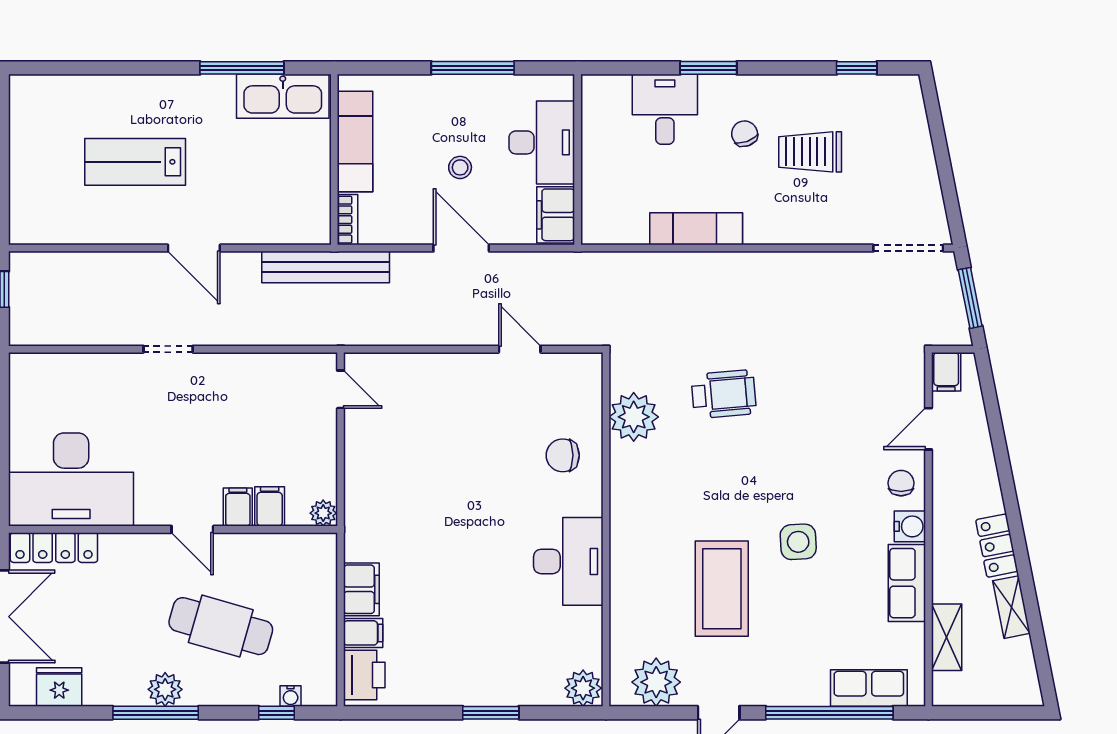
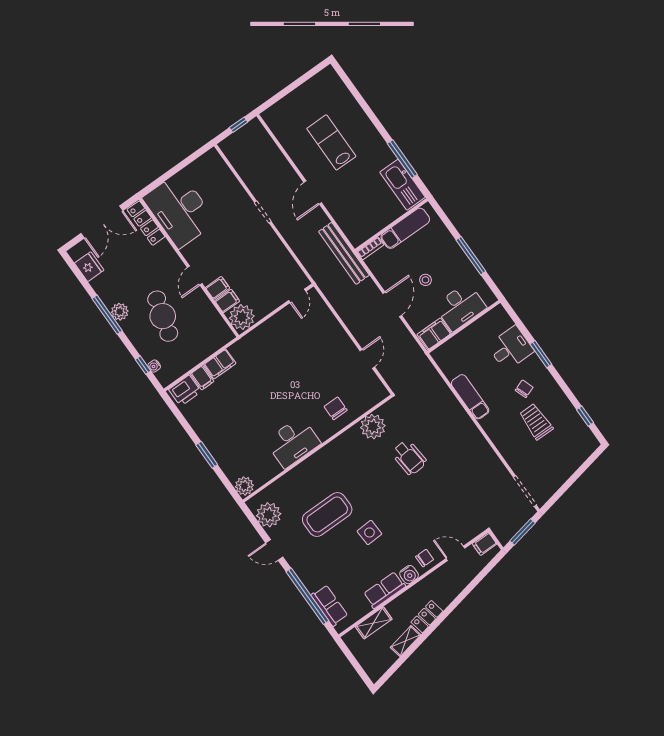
plant: (323, 513) -> (242, 317), width x1.87, depth x1.87

